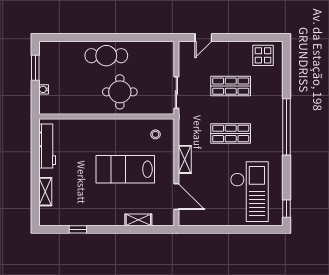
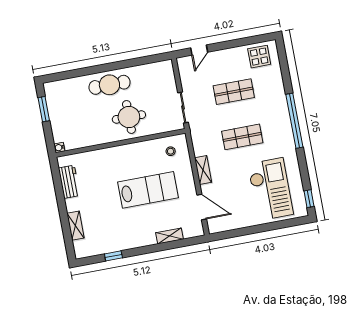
water cooler: (44, 89) -> (59, 148), moved
workbench: (47, 146) -> (69, 182), width x0.73
lab bench: (125, 169) -> (148, 190), turned 180

